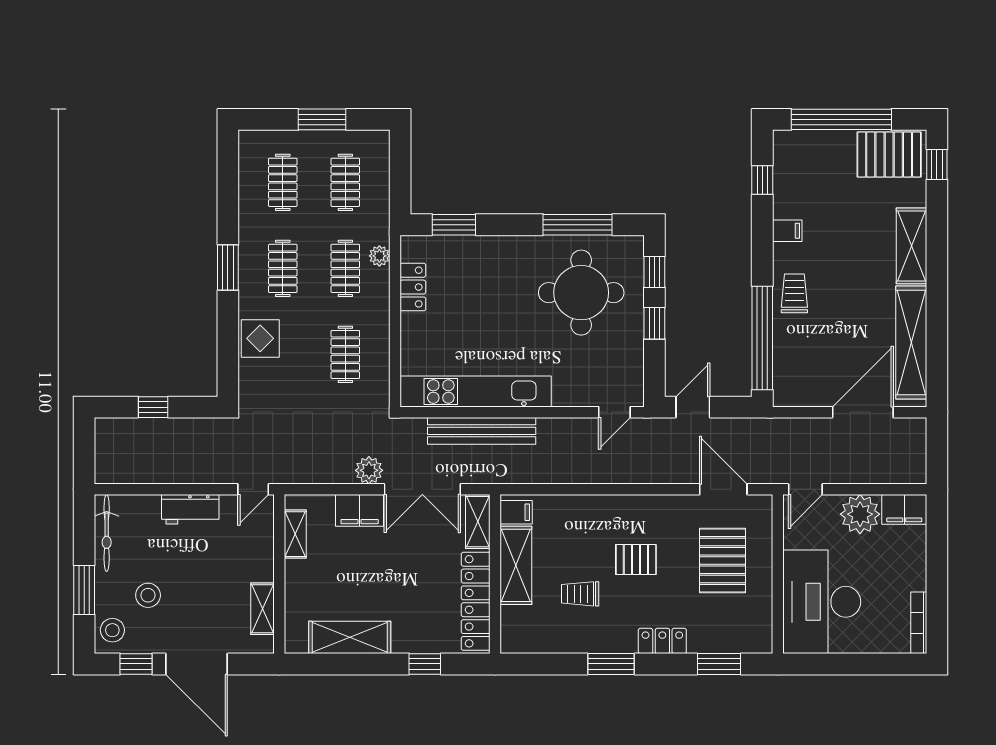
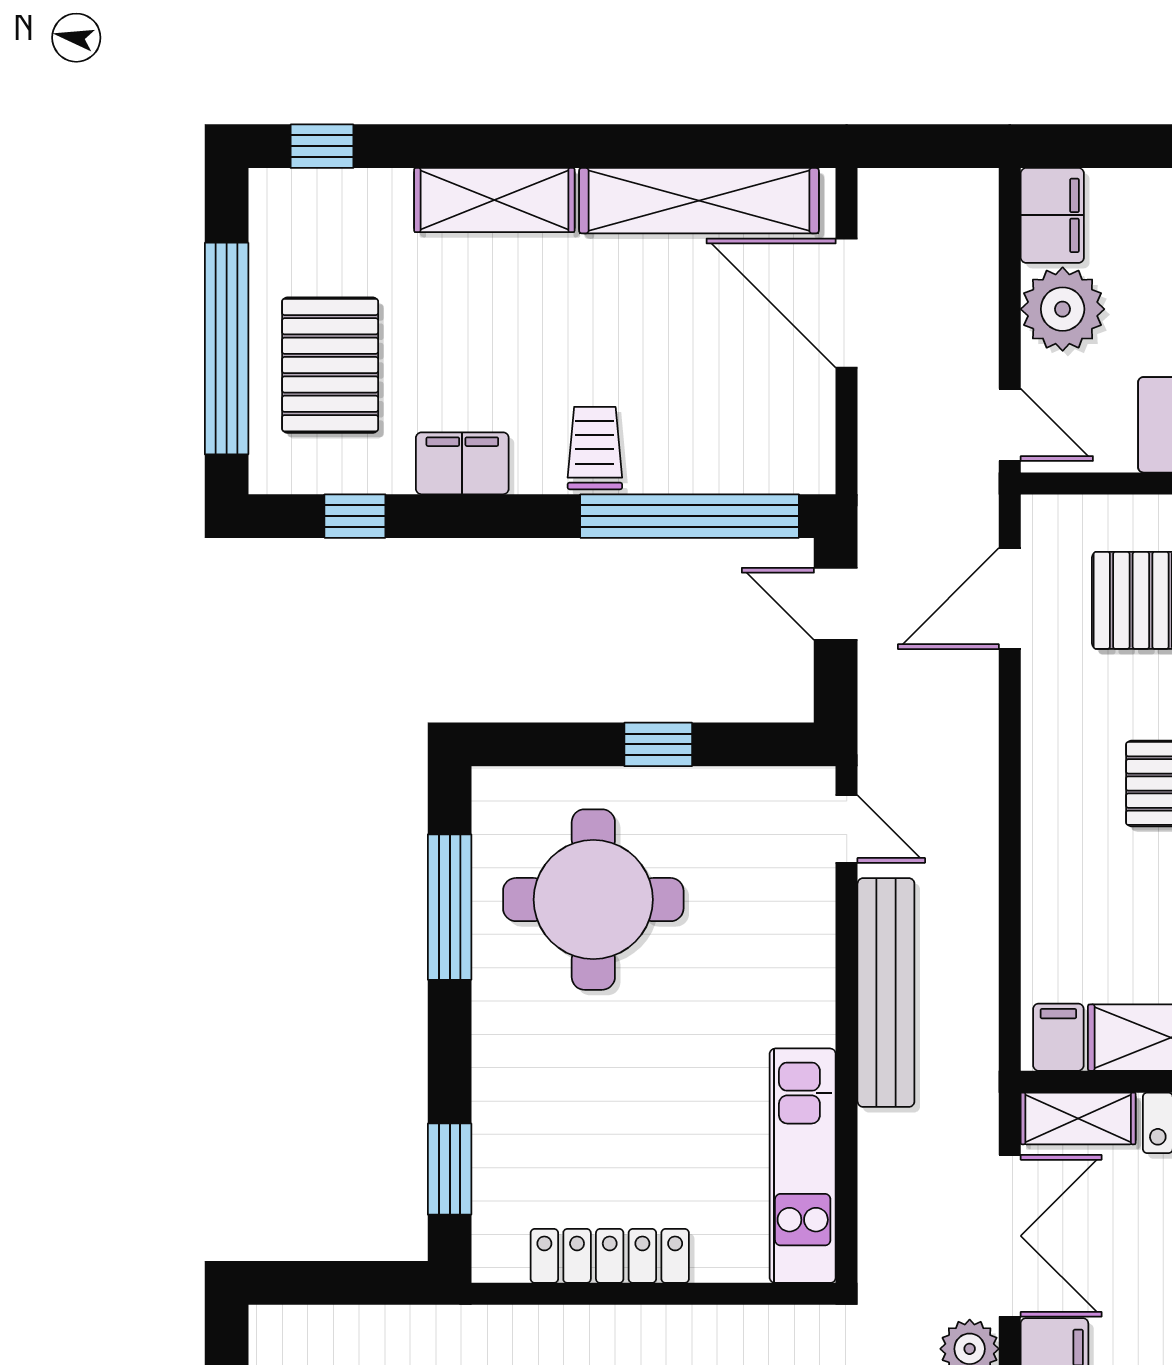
pallet: (889, 154) -> (330, 365), moved
filing cabinet: (787, 231) -> (462, 463), width x2.00
plant: (379, 256) -> (516, 1327), removed
window: (654, 272) -> (549, 744), removed
locker: (413, 287) -> (610, 1256), width x1.53
trolley: (794, 293) -> (595, 448), turned 90
kitchen unit: (476, 392) -> (803, 1166), width x0.73
door: (693, 407) -> (836, 604), moved
bench: (482, 431) -> (886, 993), moved

